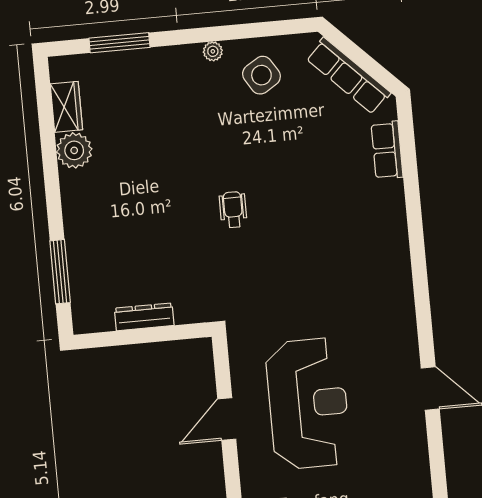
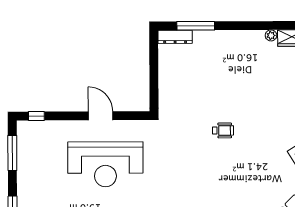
plant: (74, 150) -> (271, 35), width x0.53, depth x0.53
dresser: (144, 317) -> (175, 37), moved, turned 90

